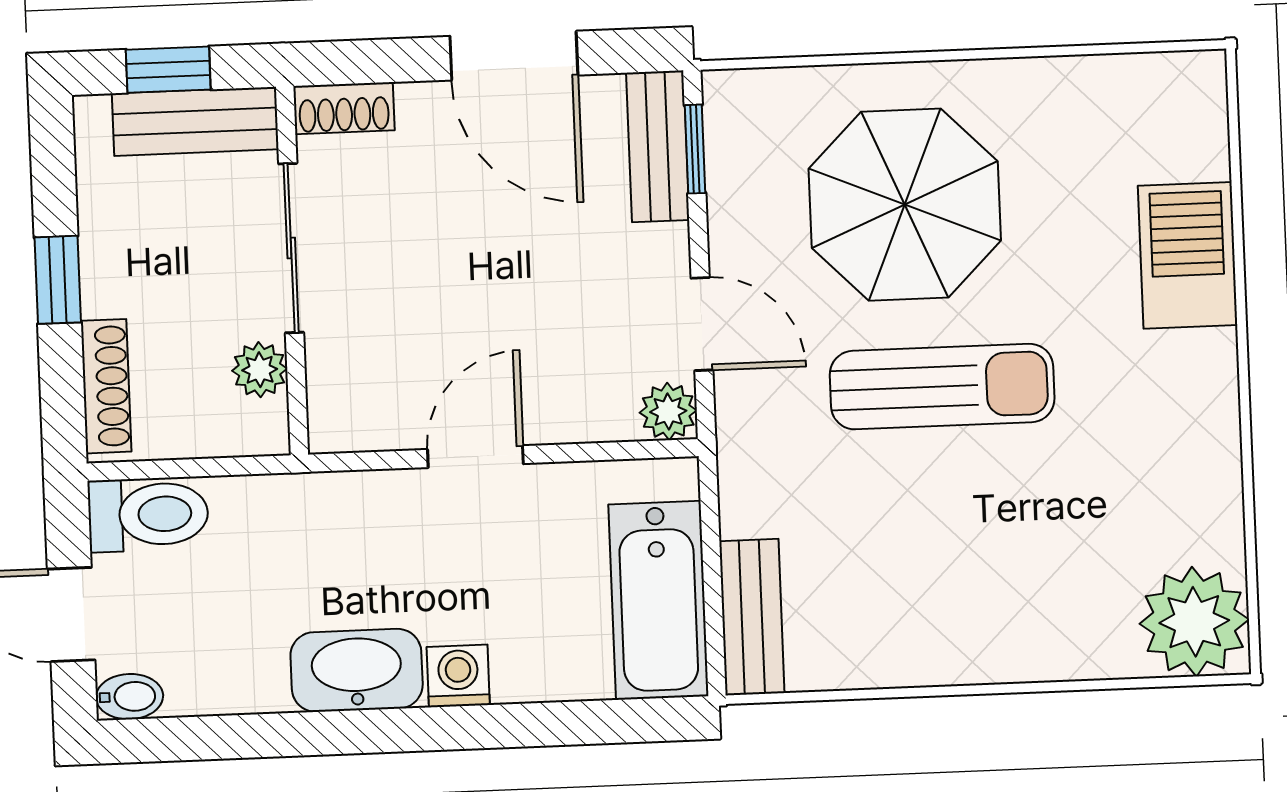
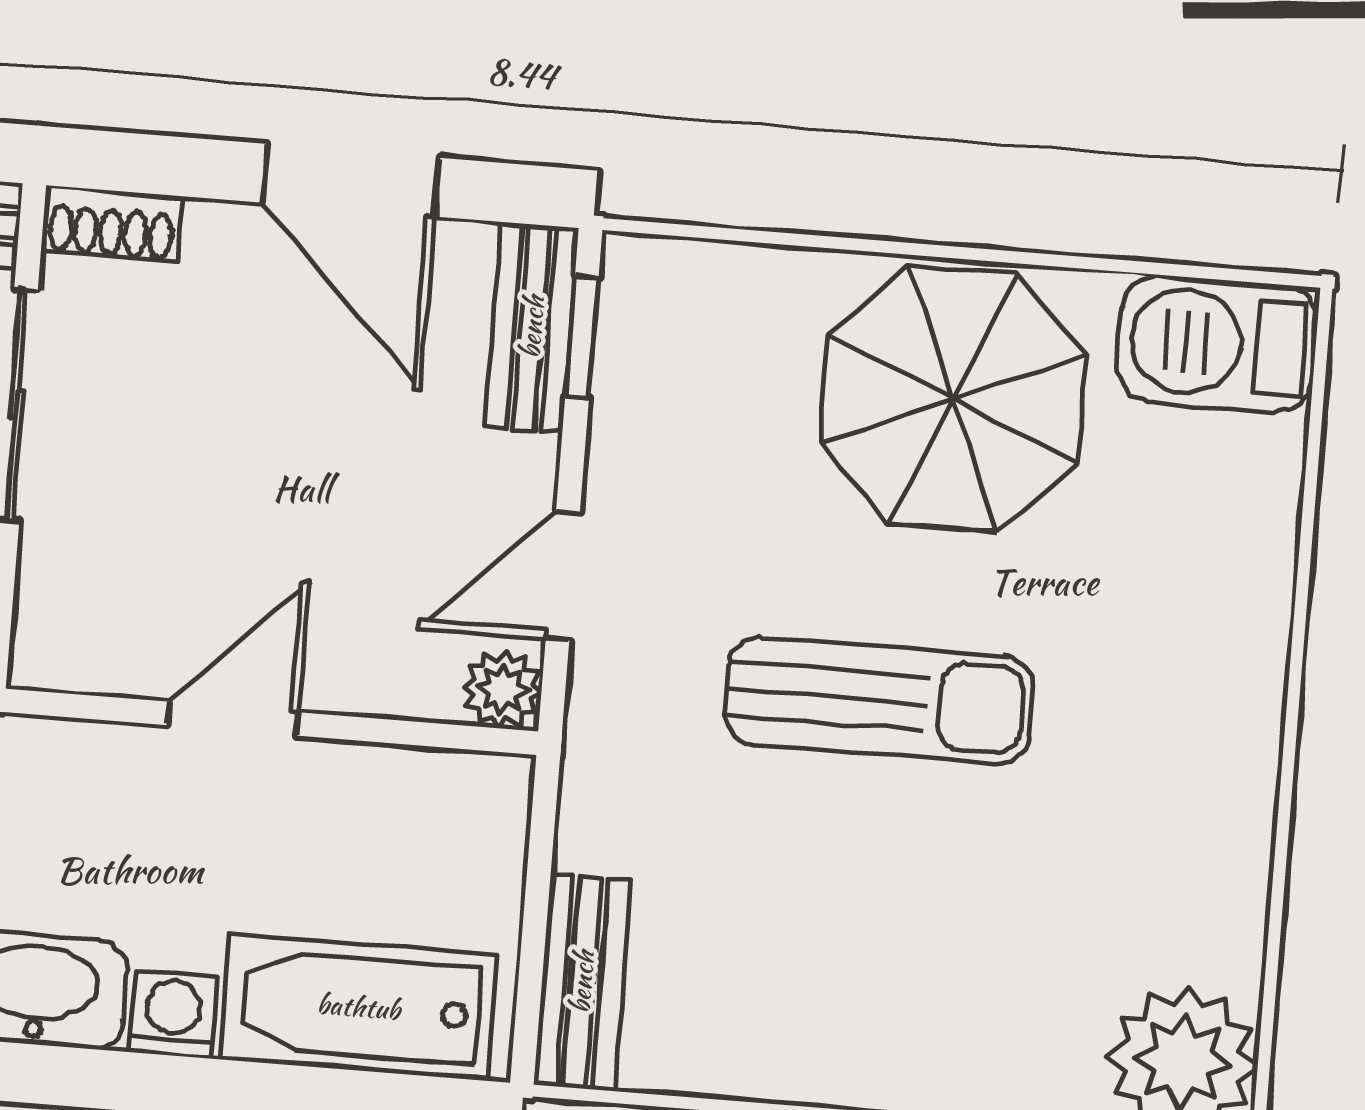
parasol: (905, 205) -> (953, 399), moved
barbecue: (1188, 255) -> (1217, 344), moved, turned -90
door: (702, 324) -> (563, 576), swing flipped
bathtub: (658, 600) -> (358, 1007), moved, turned 90

